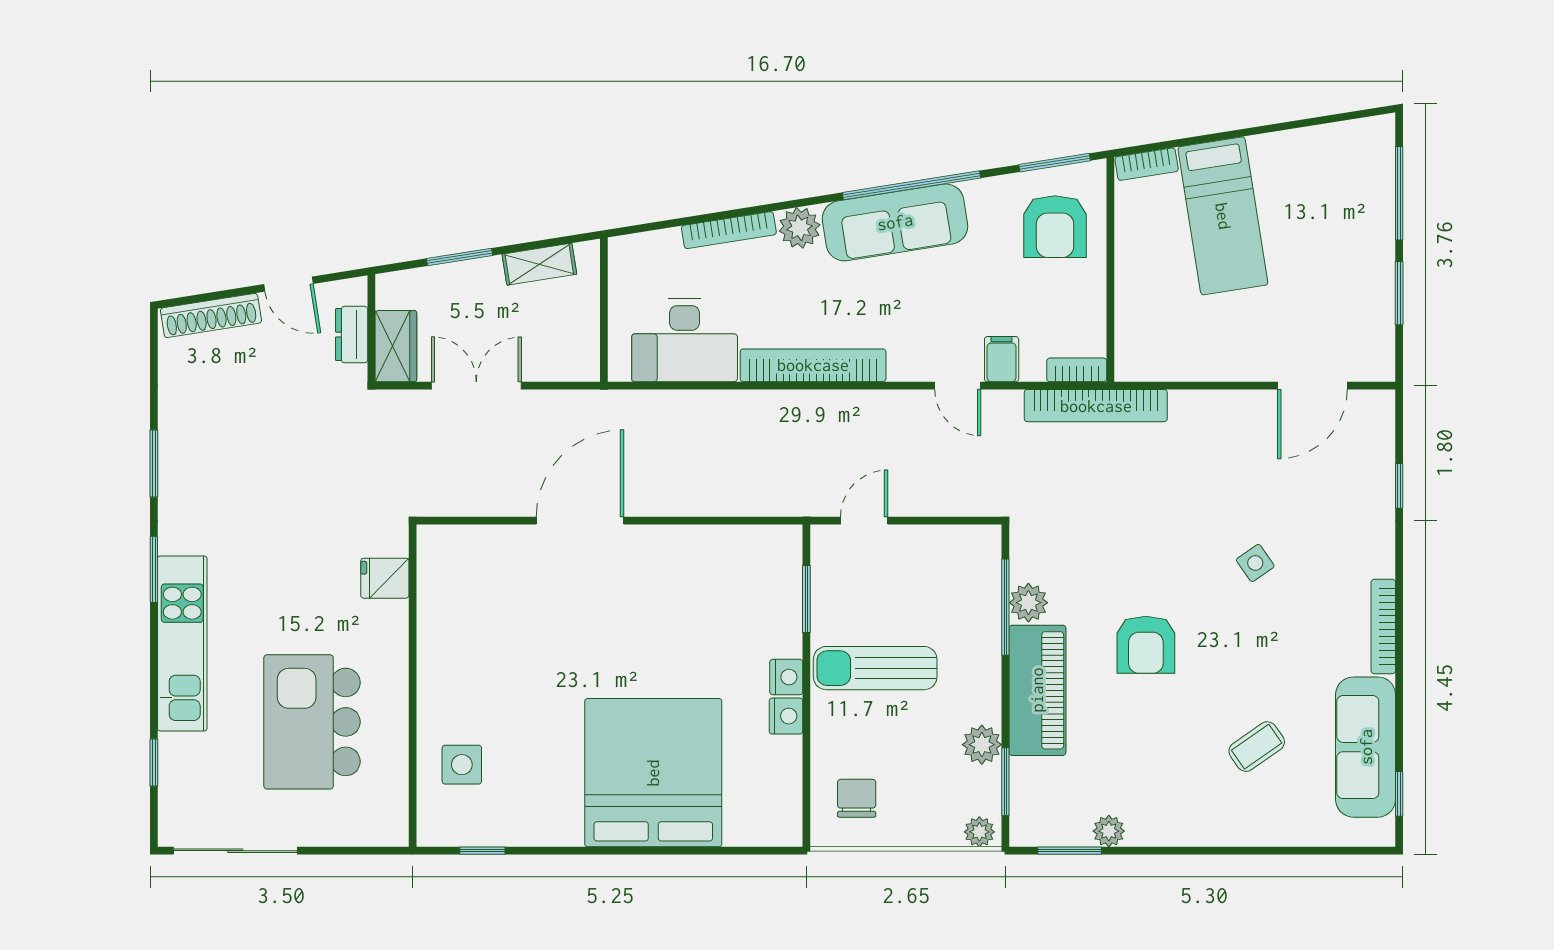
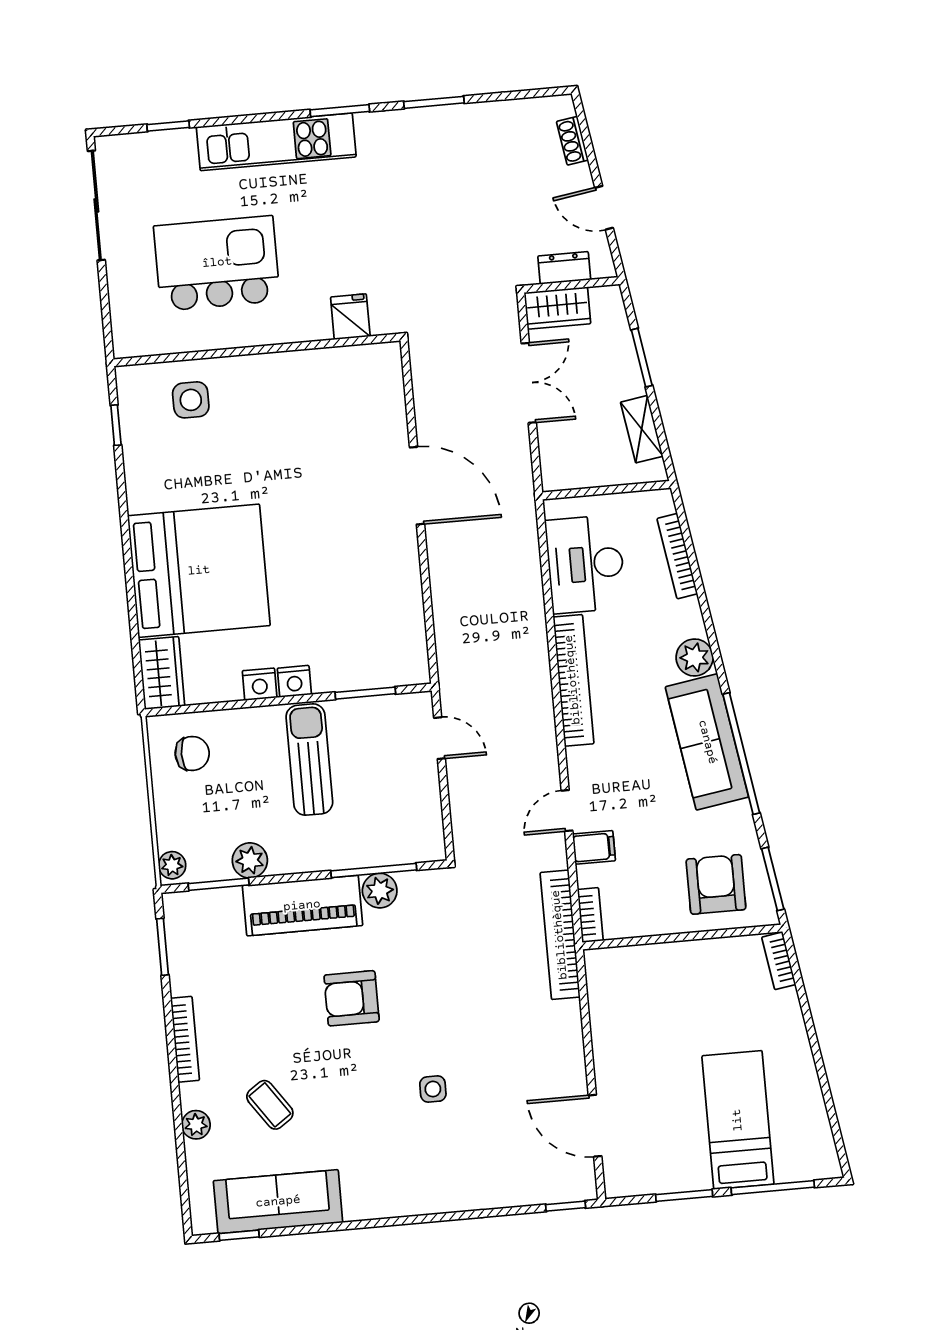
bed: (1223, 216) -> (738, 1120), moved, turned 99
armchair: (1055, 227) -> (716, 884), turned 90
bookcase: (729, 230) -> (677, 556), moved
door: (288, 284) -> (604, 208), hinge flipped
shoe rack: (211, 316) -> (572, 141), width x0.51, depth x0.81
window: (1399, 486) -> (566, 1206), moved
side table: (1255, 563) -> (433, 1089), turned 35
bookcase: (1383, 626) -> (185, 1039), moved, turned 90
wardrobe: (764, 824) -> (162, 673), added
plant: (1109, 831) -> (196, 1125), moved

